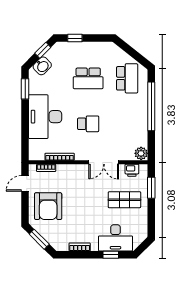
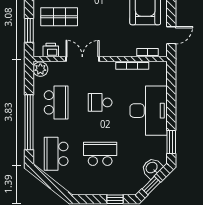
school desk: (127, 124) -> (56, 102), added

